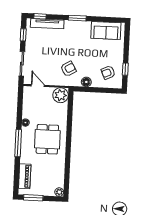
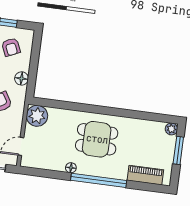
window: (18, 143) -> (99, 180), width x1.46
window: (33, 198) -> (178, 150), moved

